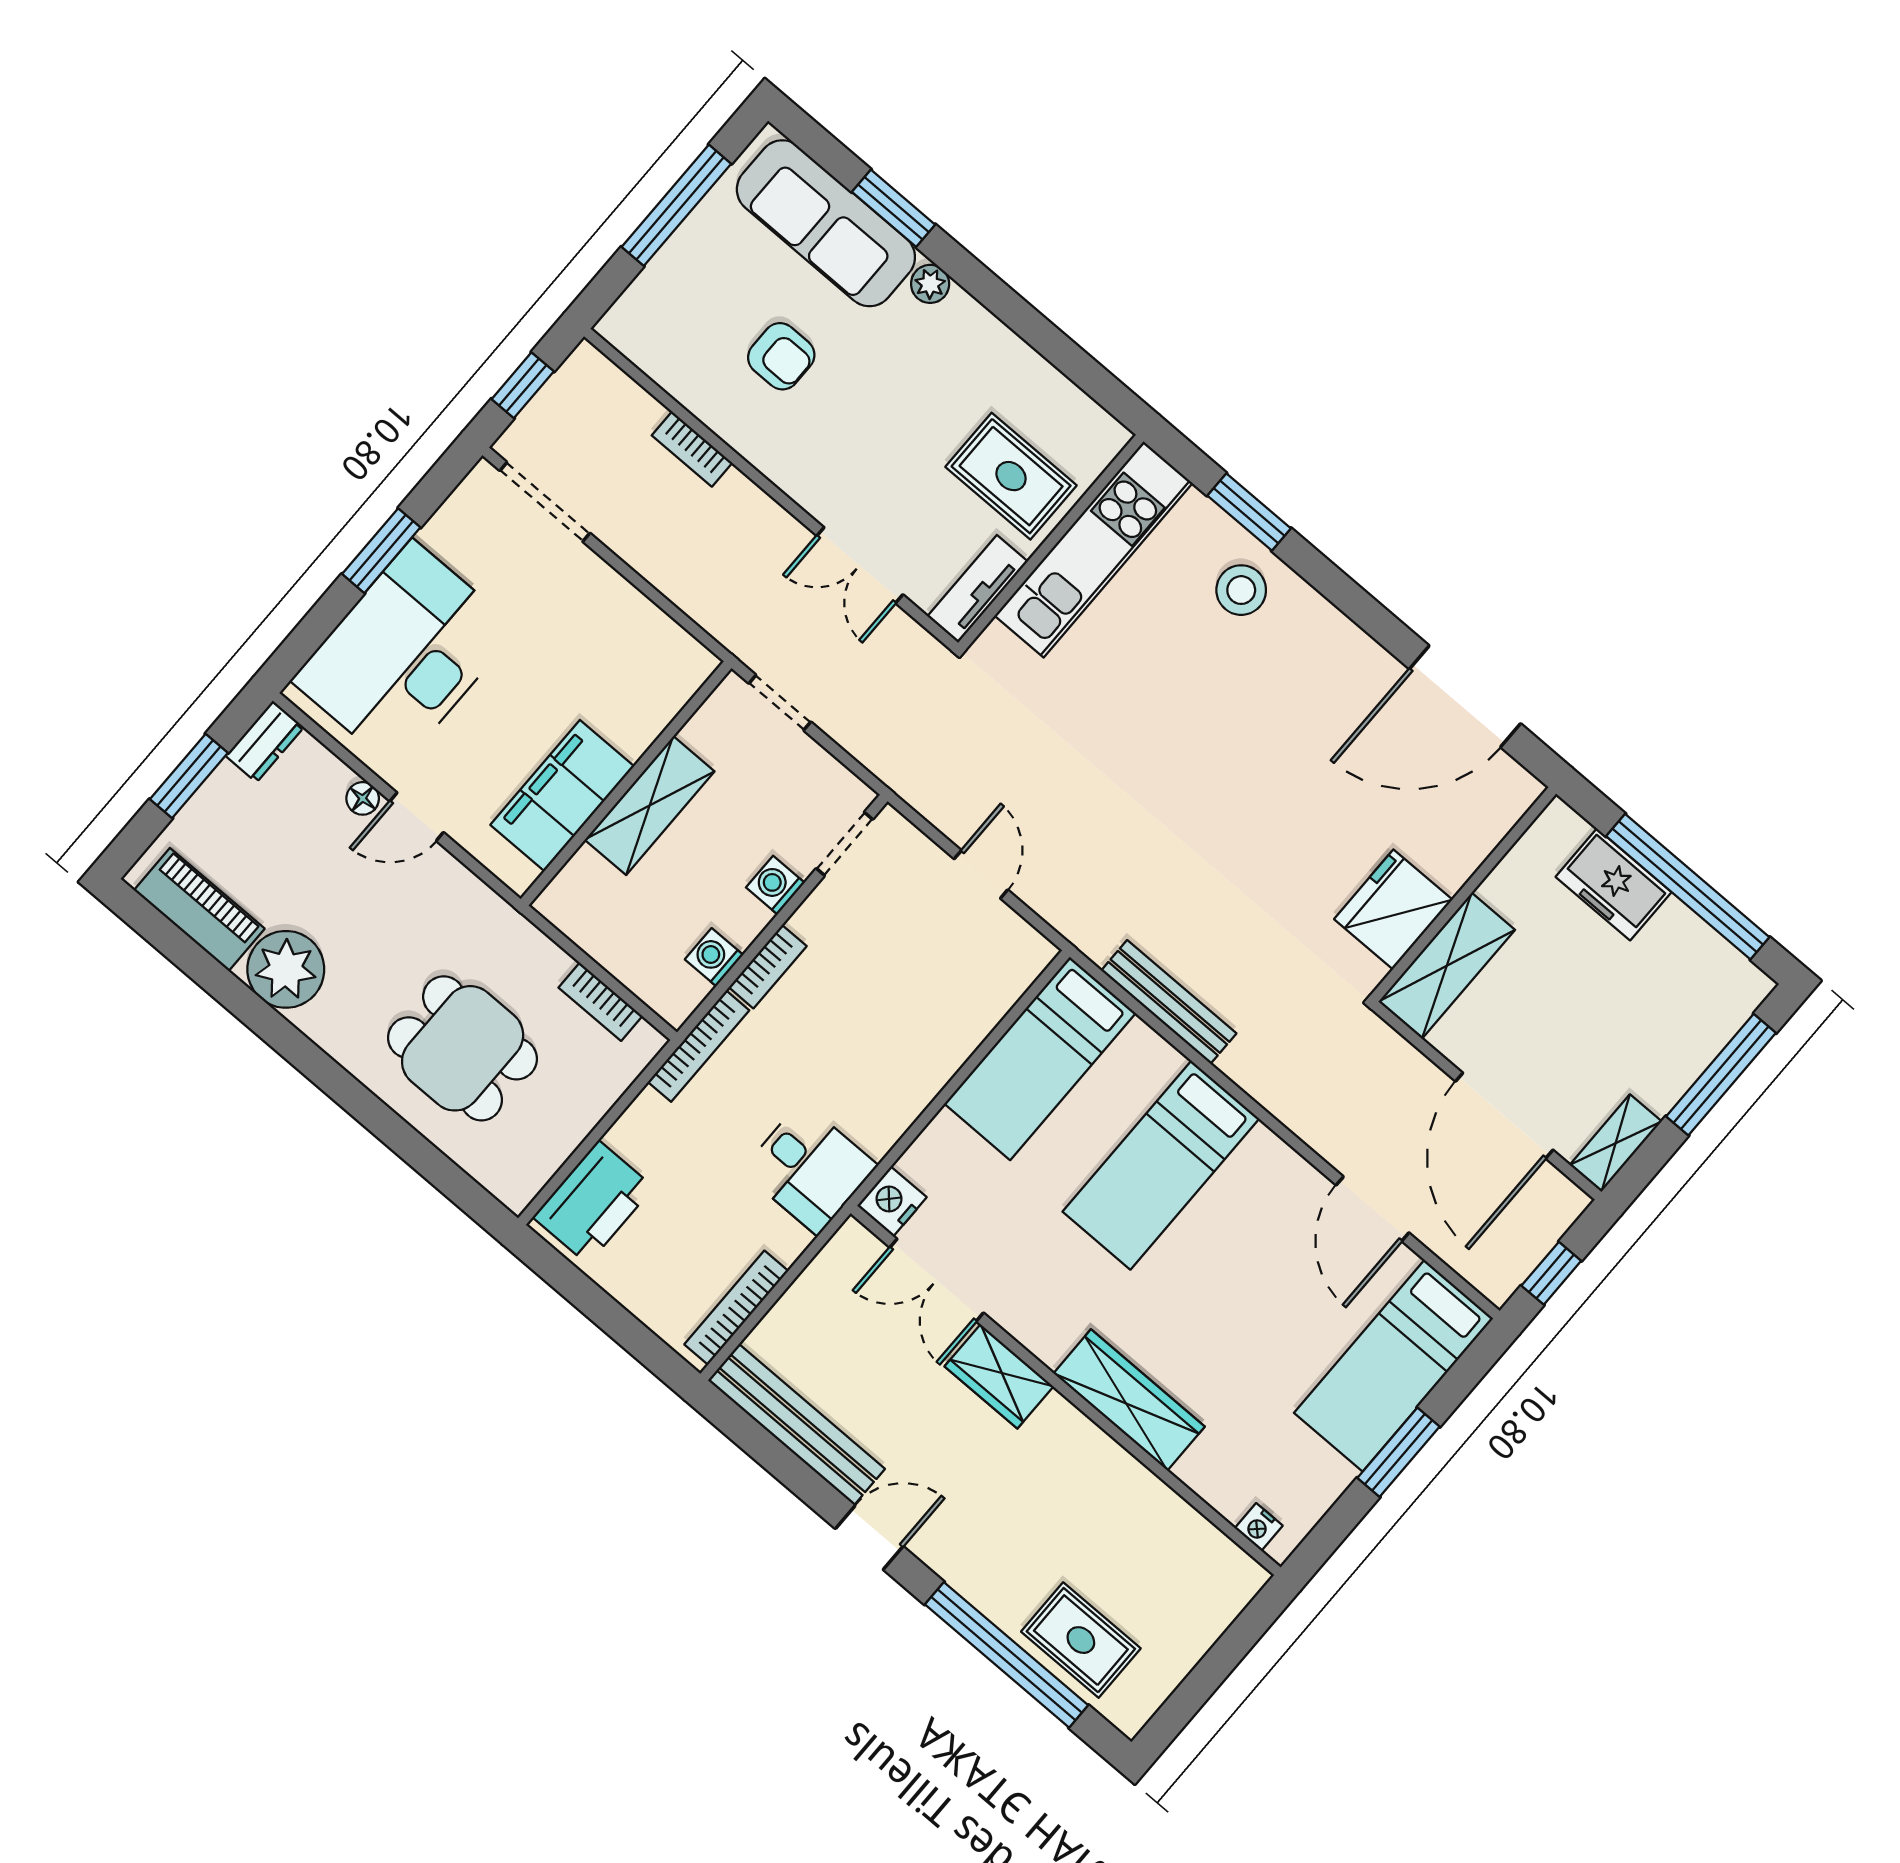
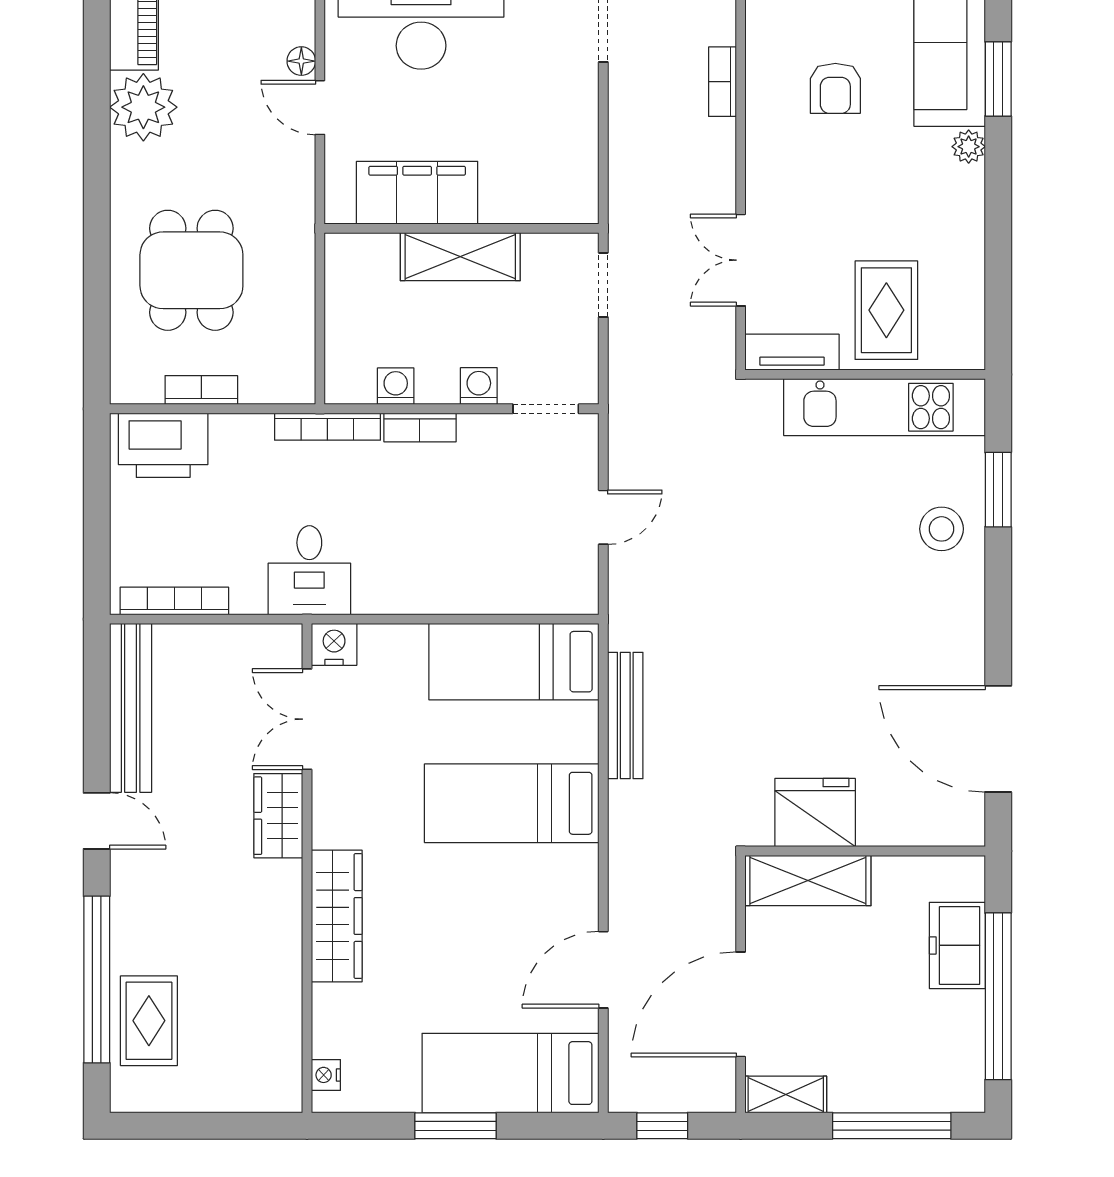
bookcase: (600, 1002) -> (201, 390), moved, turned 90

